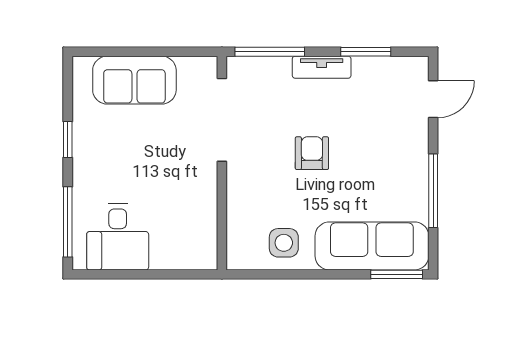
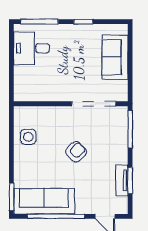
tv unit: (322, 67) -> (122, 180), moved
armchair: (312, 153) -> (76, 152), turned -45
window: (433, 191) -> (56, 216), width x1.46
sofa: (372, 246) -> (44, 201), moved, turned -90

